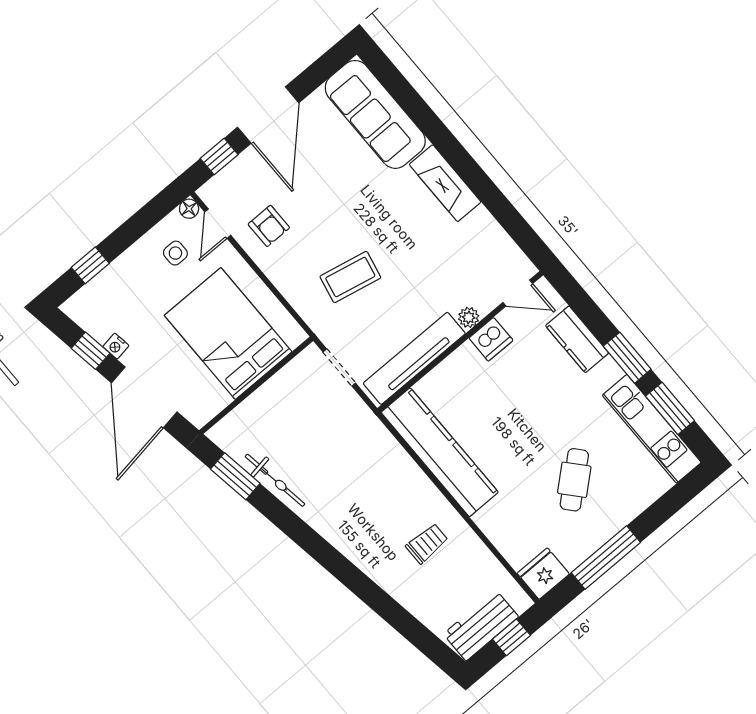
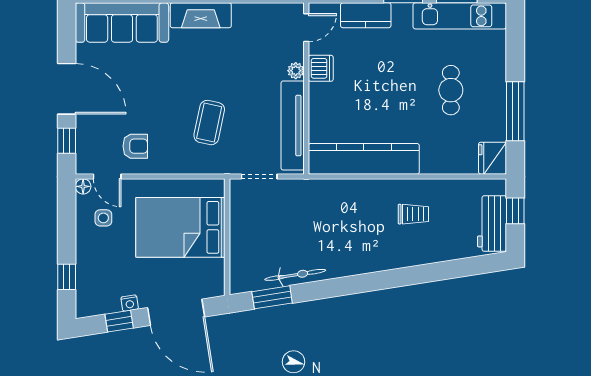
cafe table: (574, 480) -> (451, 90), turned 41
trolley: (427, 543) -> (413, 214), turned 90

